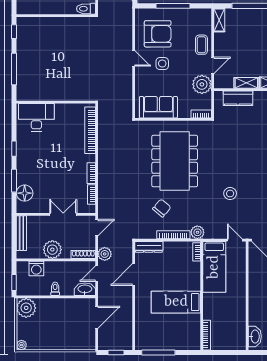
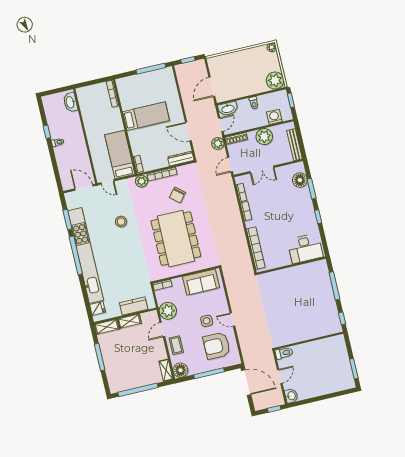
floor lamp: (203, 16) -> (180, 370), added
door: (134, 275) -> (188, 131), swing flipped

